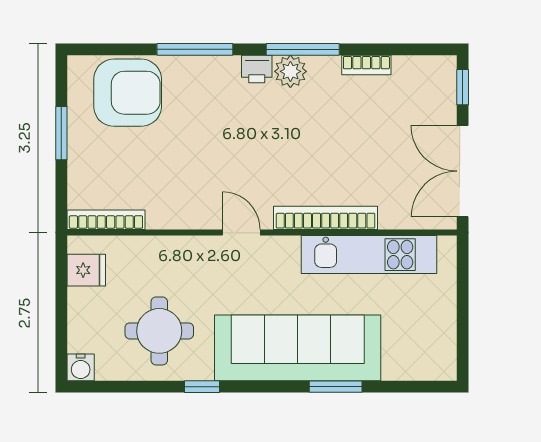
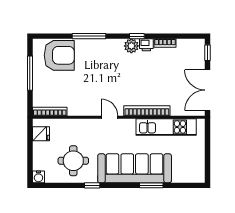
window: (303, 49) -> (137, 36), width x0.46
printer: (257, 69) -> (146, 45), moved
window: (61, 133) -> (30, 73), width x1.44

